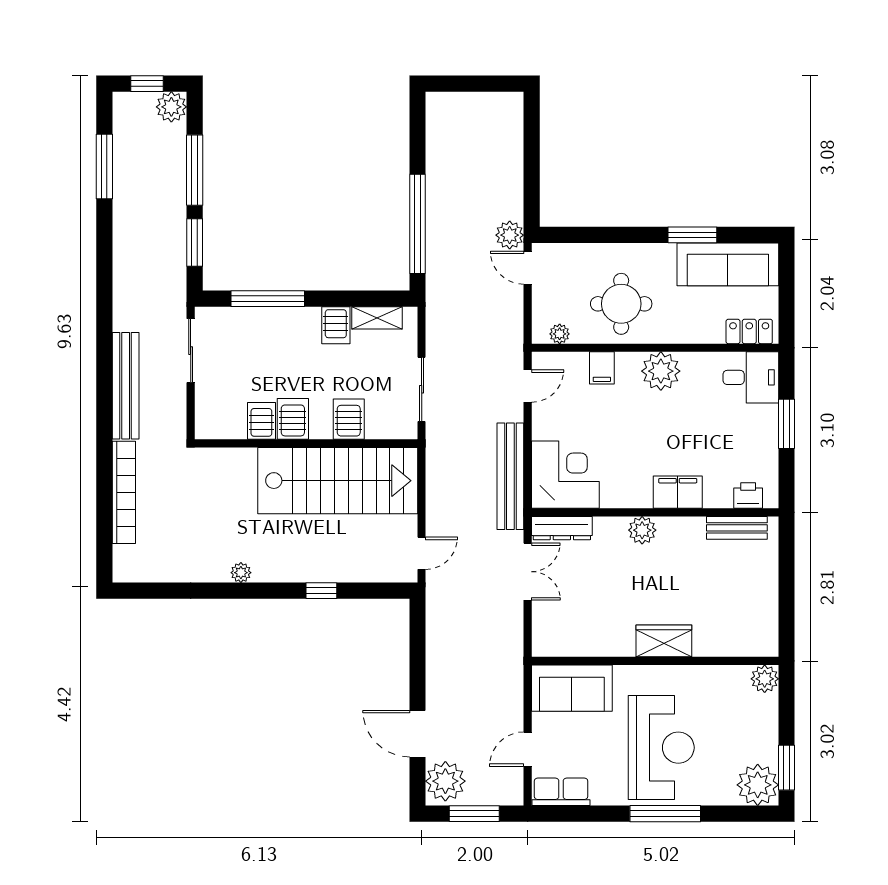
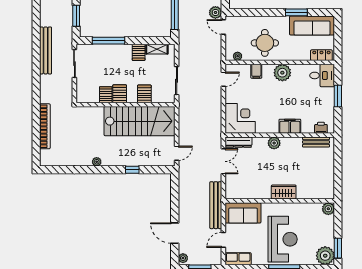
bench: (126, 386) -> (46, 50), moved
bench: (510, 476) -> (216, 205), moved
plant: (445, 781) -> (183, 258), width x0.53, depth x0.53

